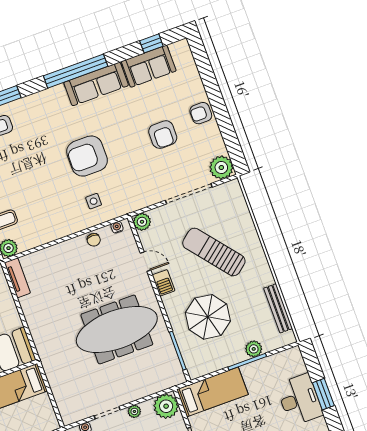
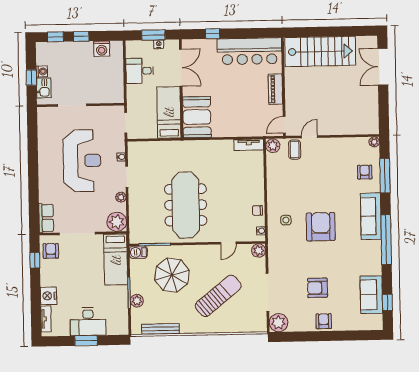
sofa: (96, 84) -> (371, 216), moved
barbecue: (163, 283) -> (138, 252), moved

